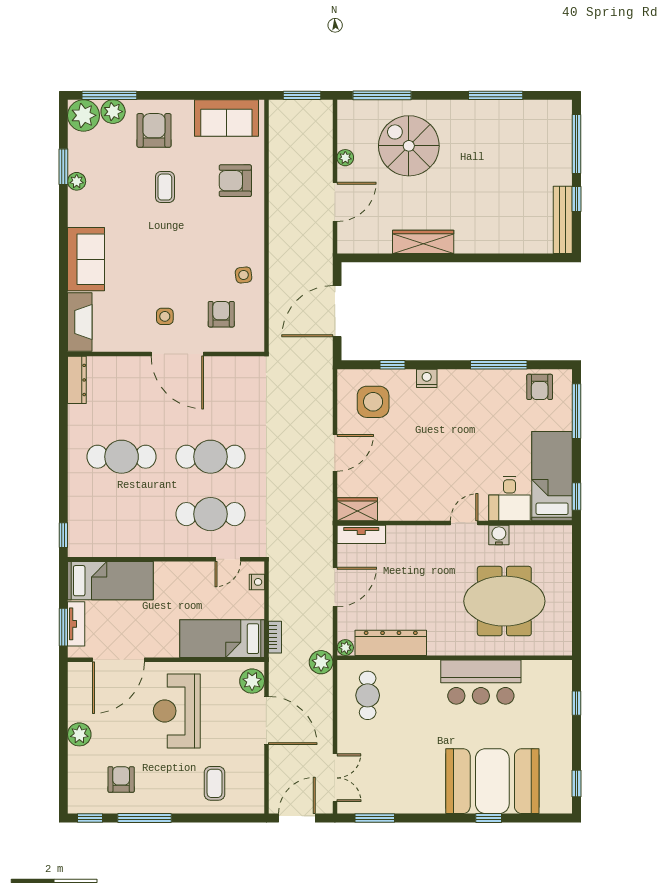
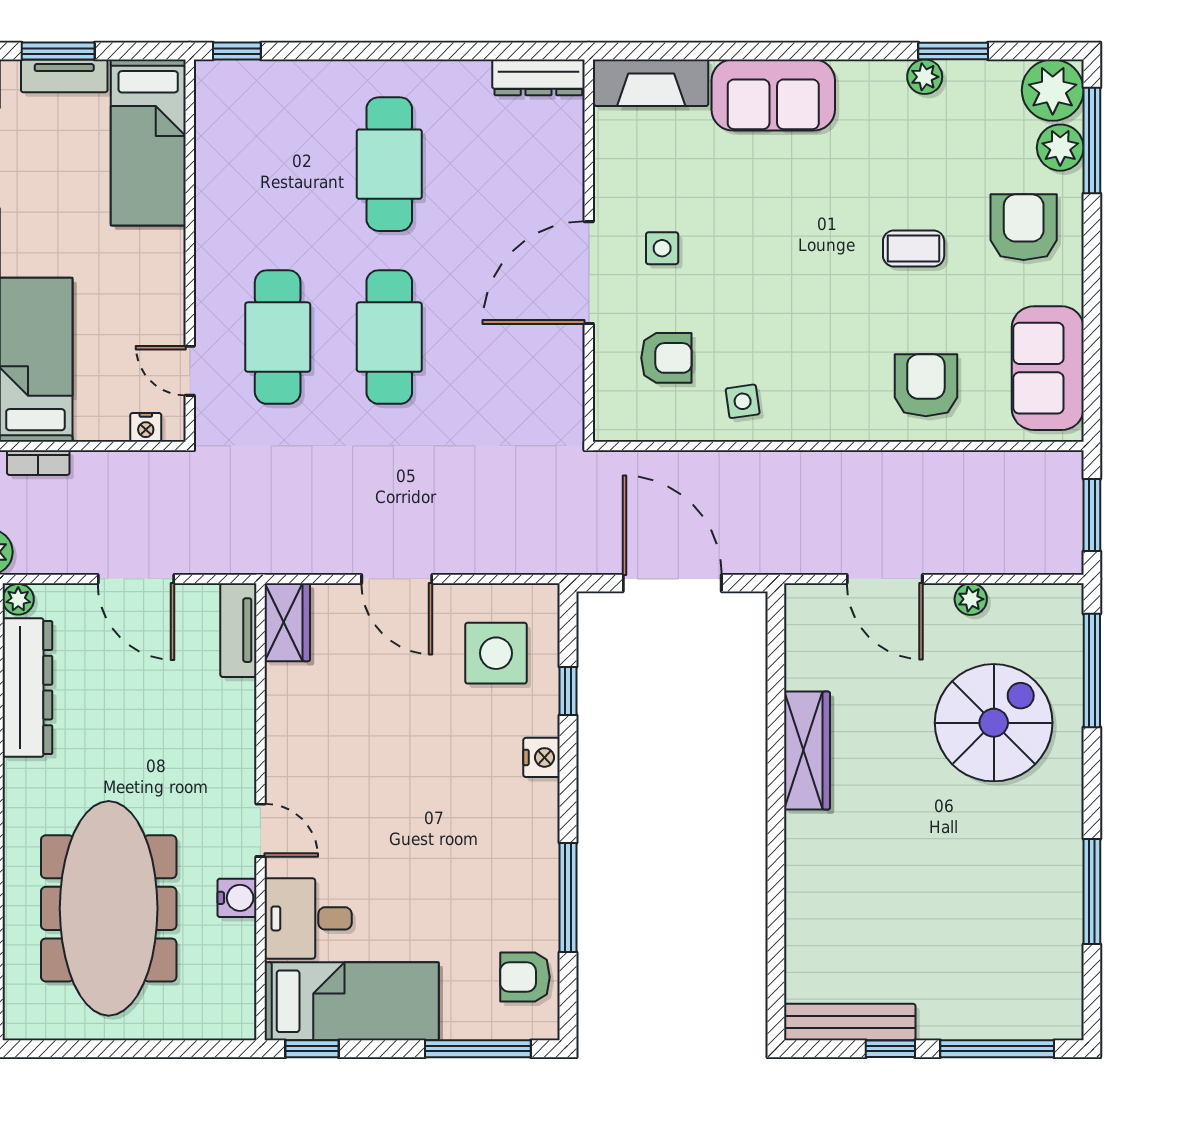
armchair: (154, 130) -> (1024, 227), turned -90
meeting table: (504, 601) -> (109, 908), width x1.36

